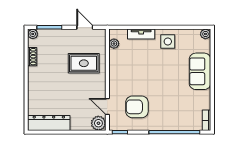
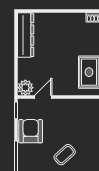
coffee table: (162, 86) -> (65, 155), added
armchair: (137, 107) -> (31, 131), moved

